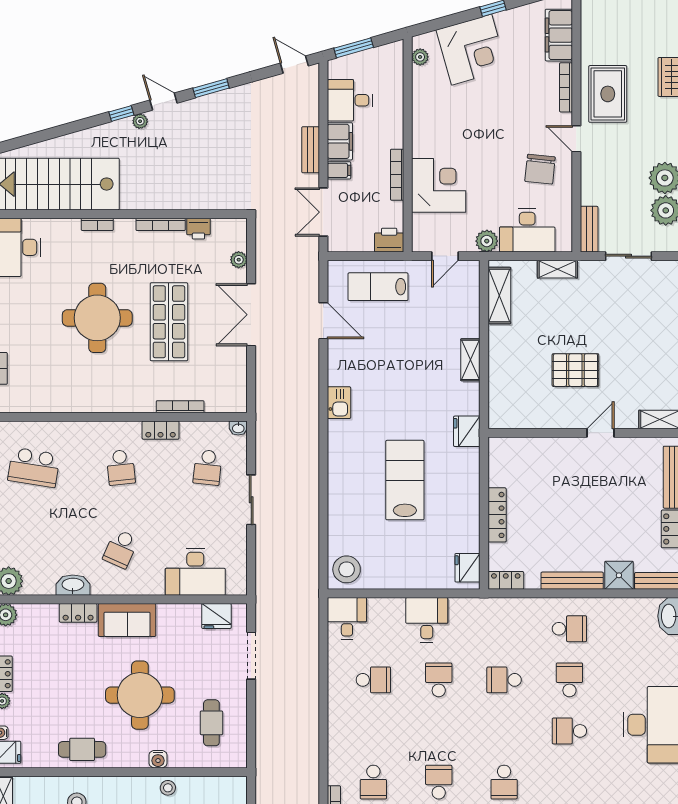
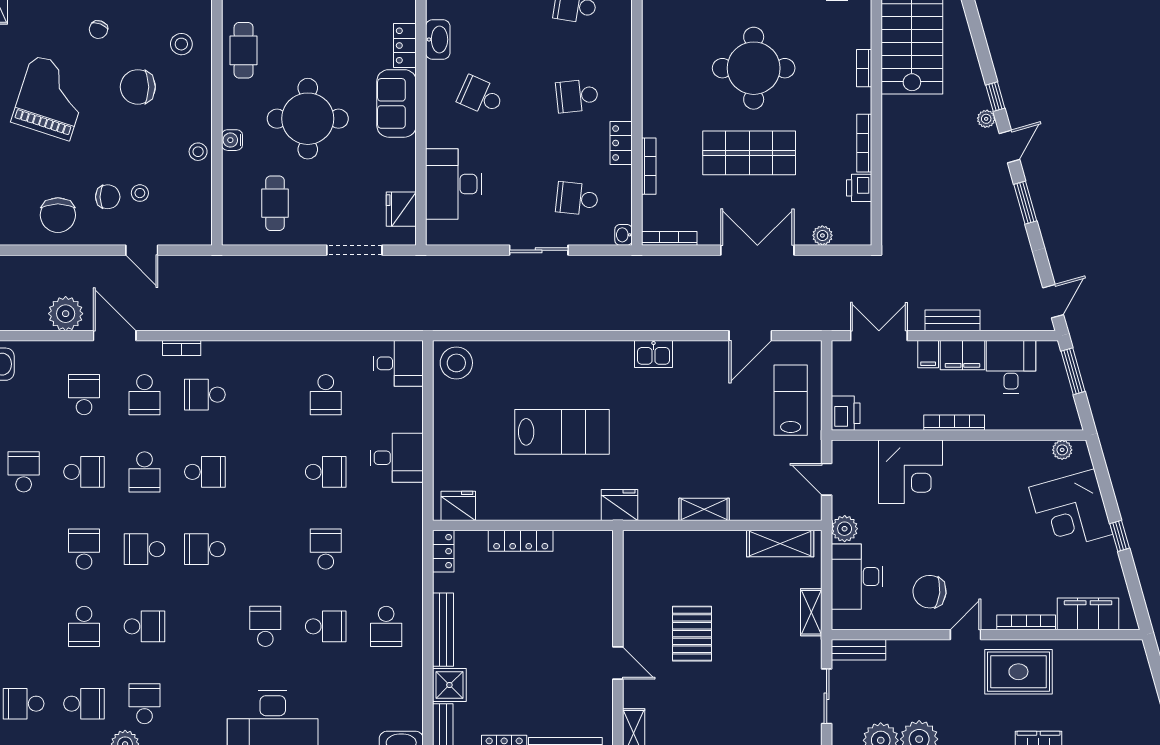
bookcase: (397, 175) -> (954, 423), moved
bookcase: (241, 389) -> (669, 238), added
cafe table: (211, 723) -> (275, 203), turned 90

